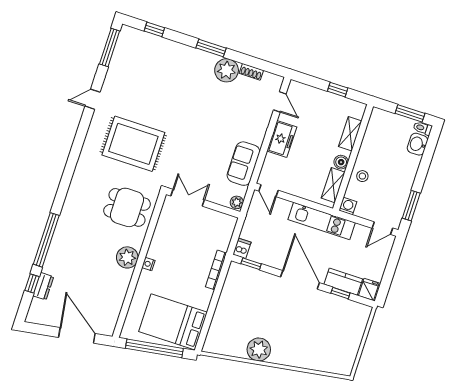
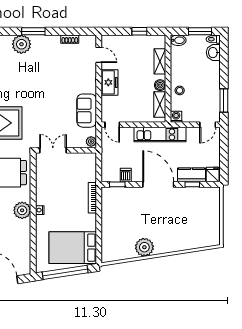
plant: (227, 70) -> (21, 44), moved
bidet: (380, 116) -> (178, 40), added
dishwasher: (242, 248) -> (126, 175), moved

